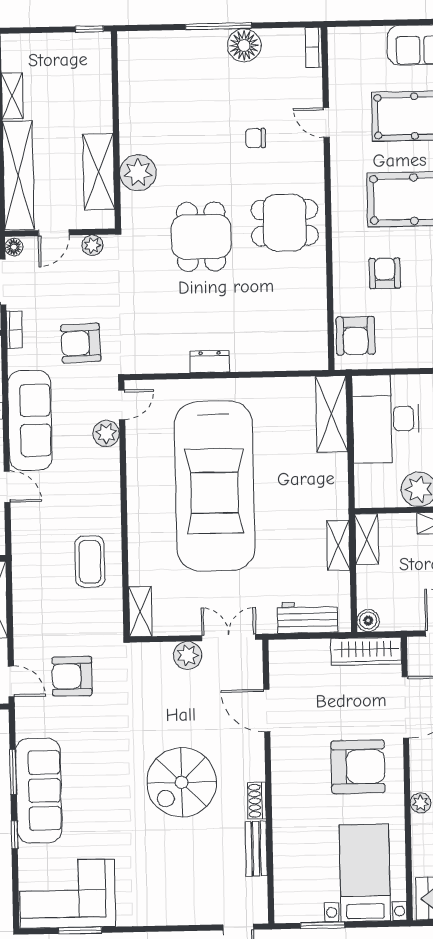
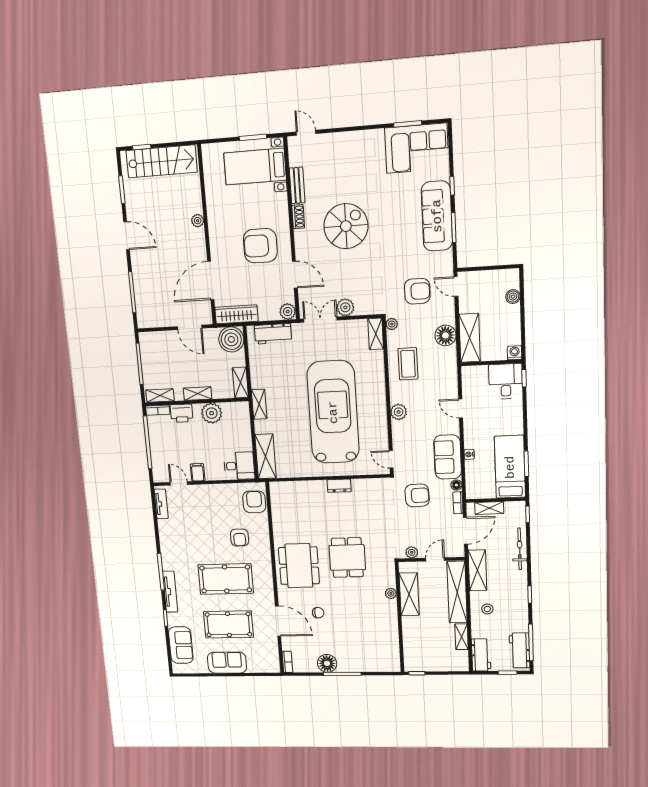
door: (326, 123) -> (278, 621), width x1.87
plant: (138, 173) -> (391, 593), width x0.53, depth x0.53
dining table: (285, 223) -> (299, 566), width x1.38
floor lamp: (14, 247) -> (456, 485), moved
door: (122, 405) -> (391, 459), hinge flipped
desk: (386, 419) -> (239, 466), width x0.53, depth x0.77
sofa: (30, 420) -> (448, 457), width x0.73
plant: (106, 434) -> (399, 412), moved
shelving: (338, 545) -> (259, 404), moved
floor lamp: (29, 605) -> (445, 335), added
boiler: (368, 621) -> (231, 339), width x1.86, depth x1.86
plant: (114, 626) -> (392, 324), added
double door: (229, 638) -> (320, 320), swing flipped
plant: (282, 652) -> (288, 312), added
armchair: (358, 767) -> (260, 246), moved
bed with nightstands: (365, 873) -> (255, 167), moved, turned 90

